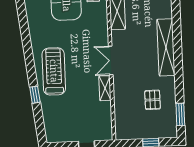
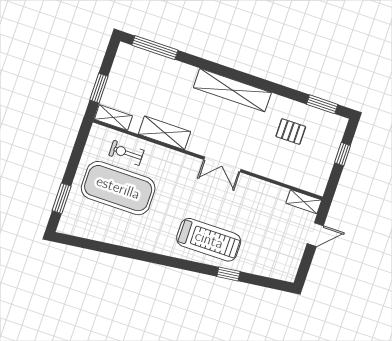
treadmill: (54, 71) -> (209, 240), turned 180
shelving: (105, 88) -> (304, 202), moved

